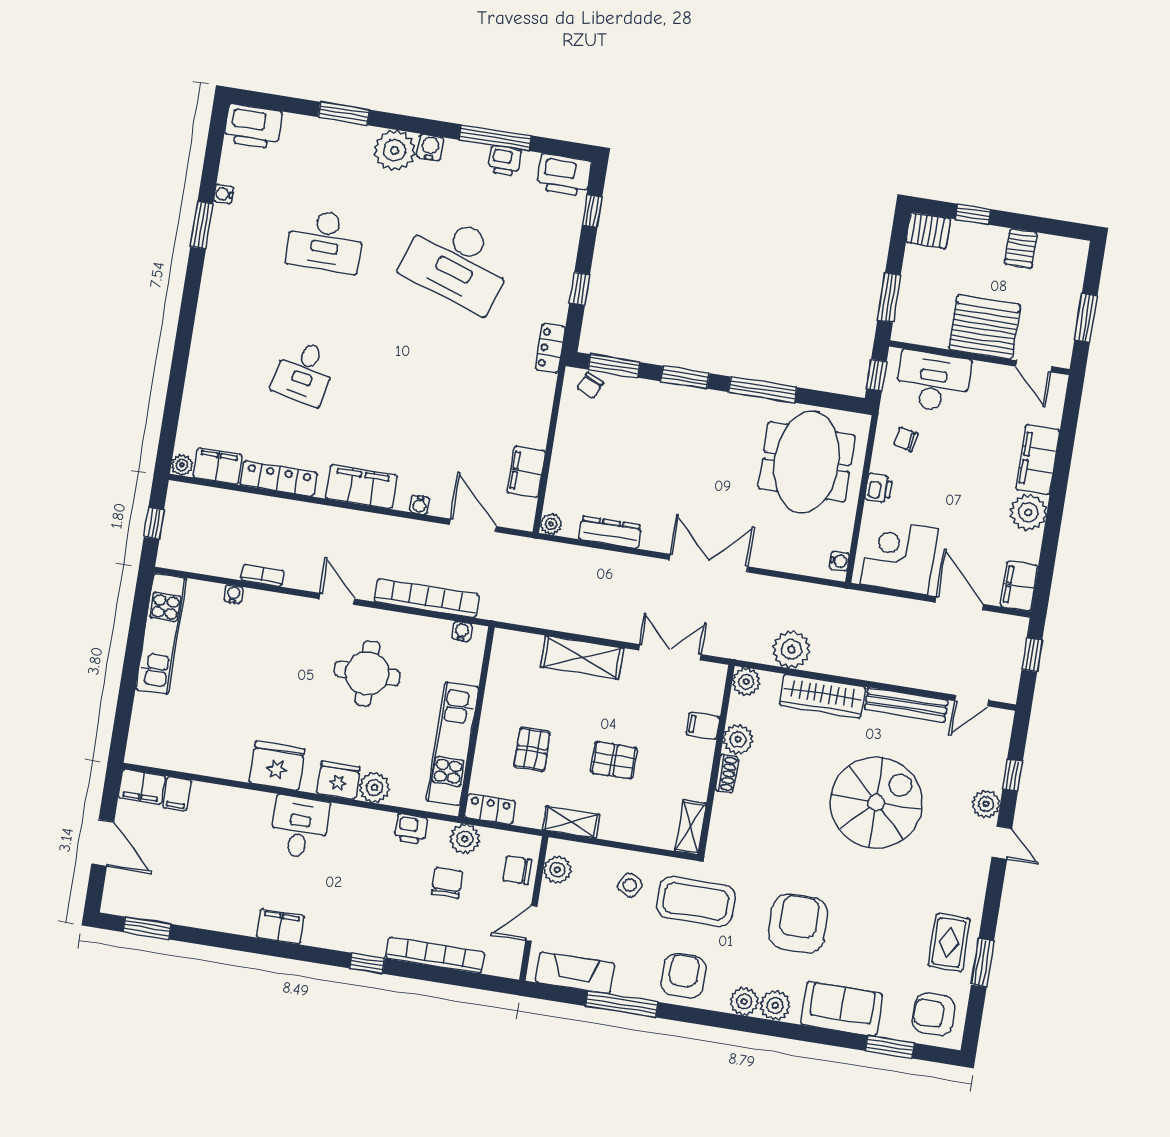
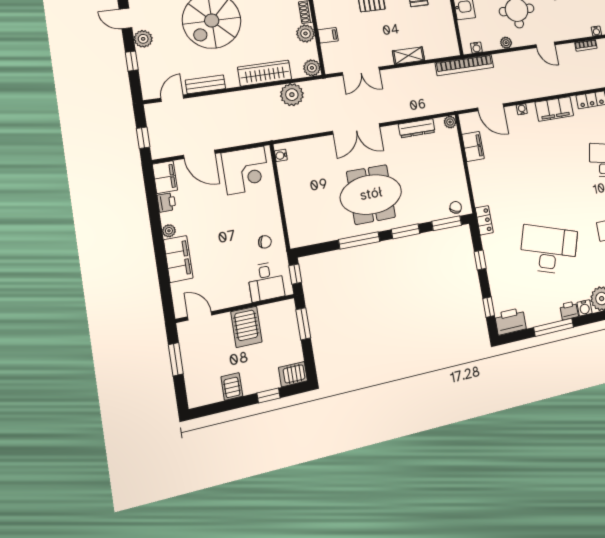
printer: (505, 161) -> (569, 311), moved
server rack: (985, 327) -> (246, 327), width x0.63
desk: (933, 382) -> (266, 282), width x0.73
meeting table: (807, 462) -> (371, 194), moved, turned 90
printer: (879, 488) -> (166, 202), moved, turned 180
plant: (1028, 512) -> (169, 231), width x0.53, depth x0.53
bookcase: (427, 598) -> (464, 65), moved
plant: (406, 624) -> (506, 43), added
shelving: (582, 657) -> (408, 56), width x0.67, depth x0.75
bench: (906, 705) -> (205, 84), width x0.73

